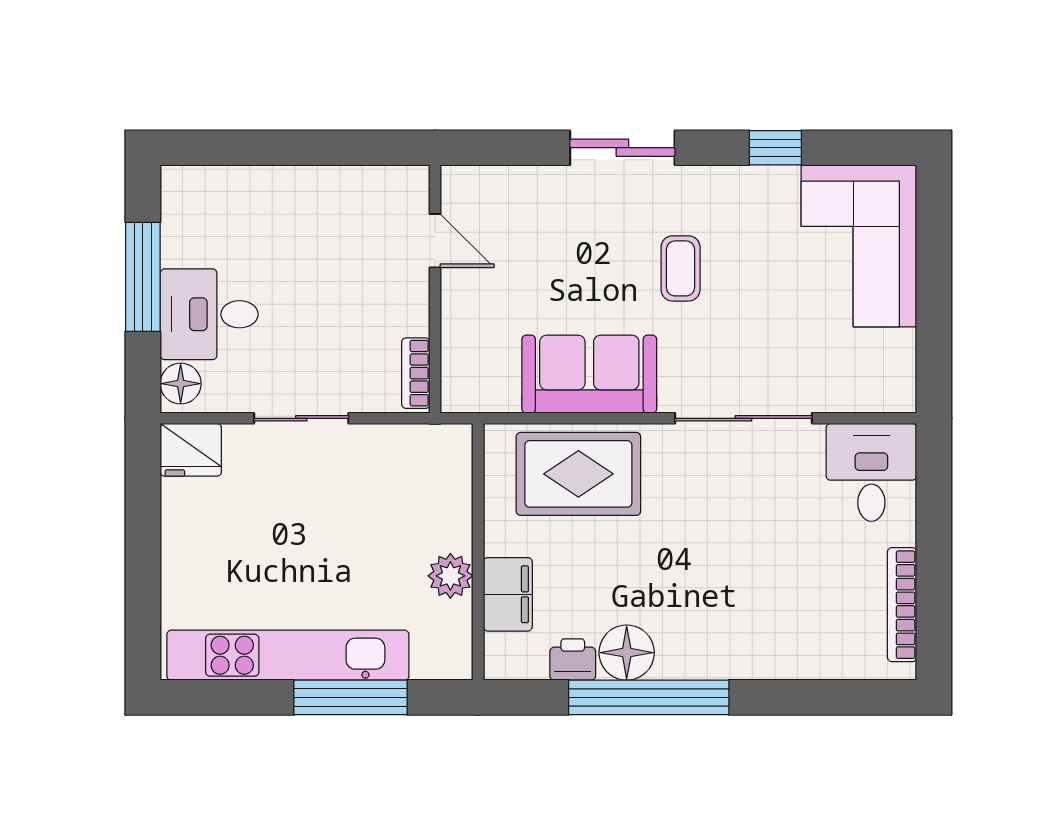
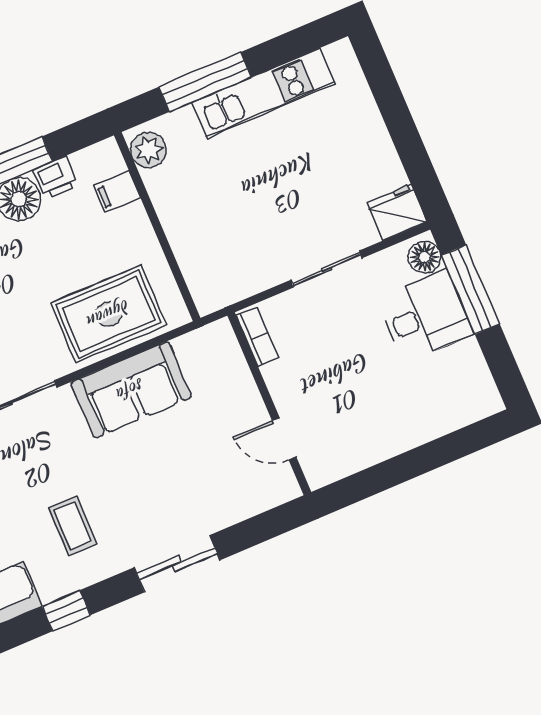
coffee table: (681, 268) -> (73, 526), moved
window: (143, 277) -> (470, 290), moved
plant: (450, 576) -> (148, 150), moved
filing cabinet: (508, 594) -> (117, 192), width x0.50
kitchen unit: (288, 655) -> (263, 93), width x0.73

